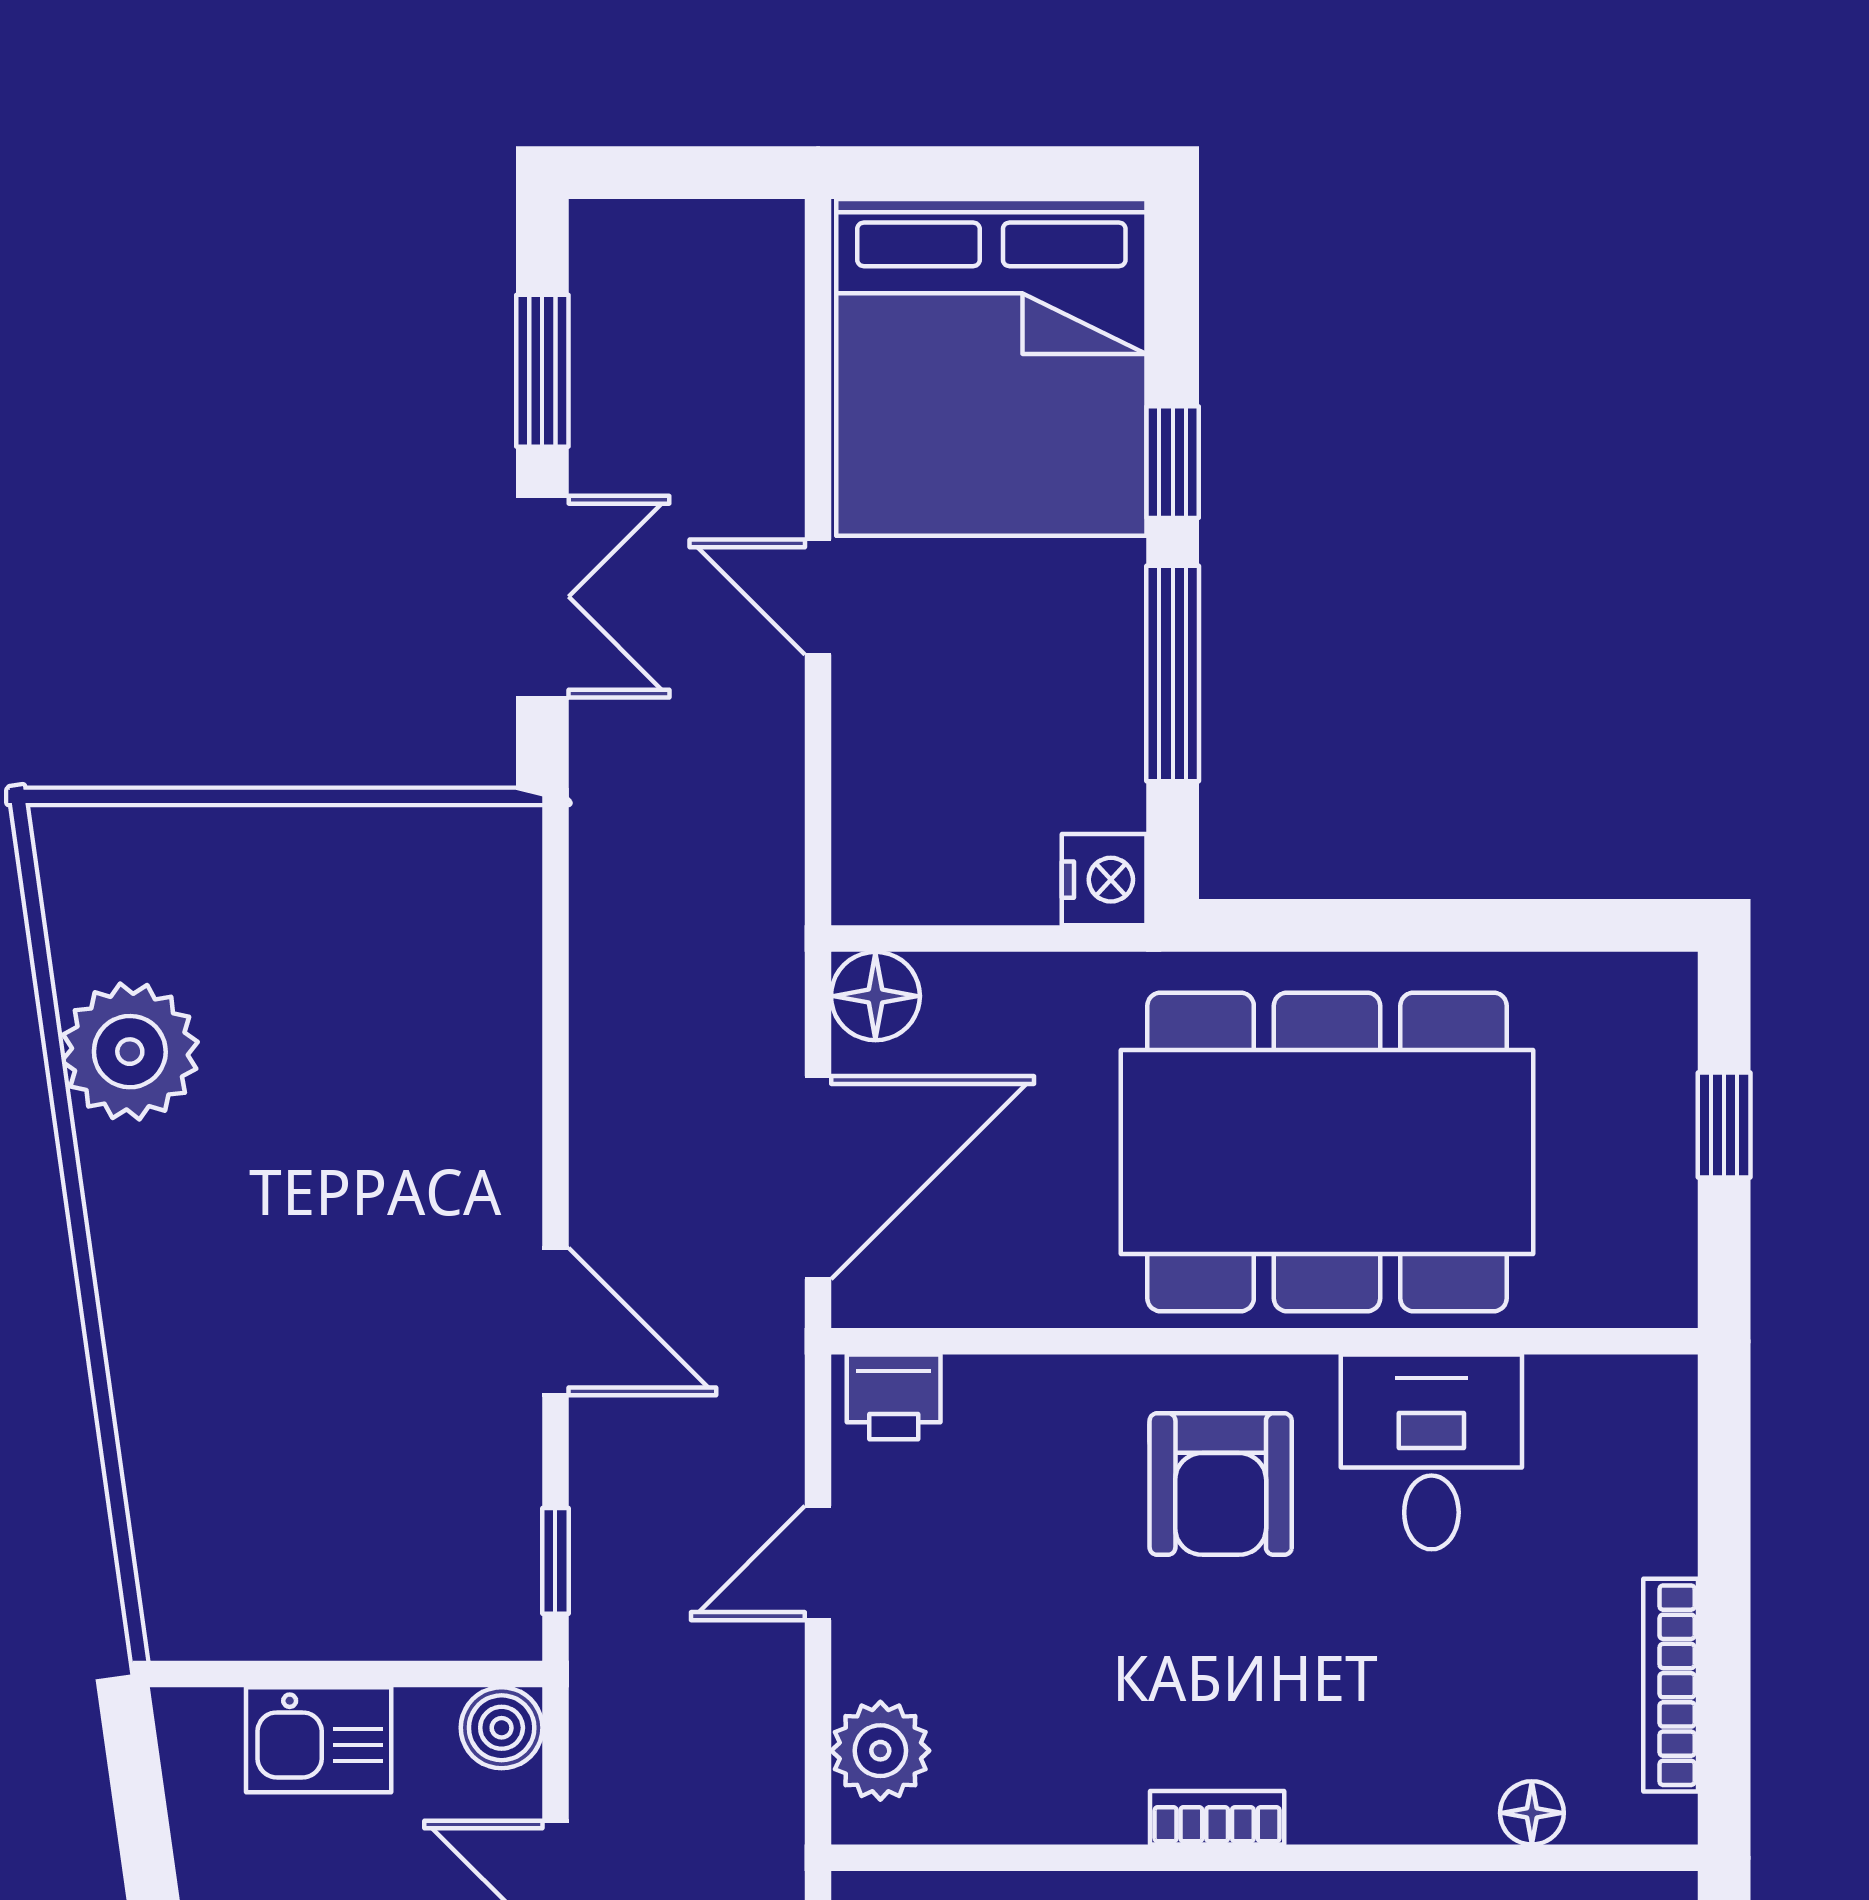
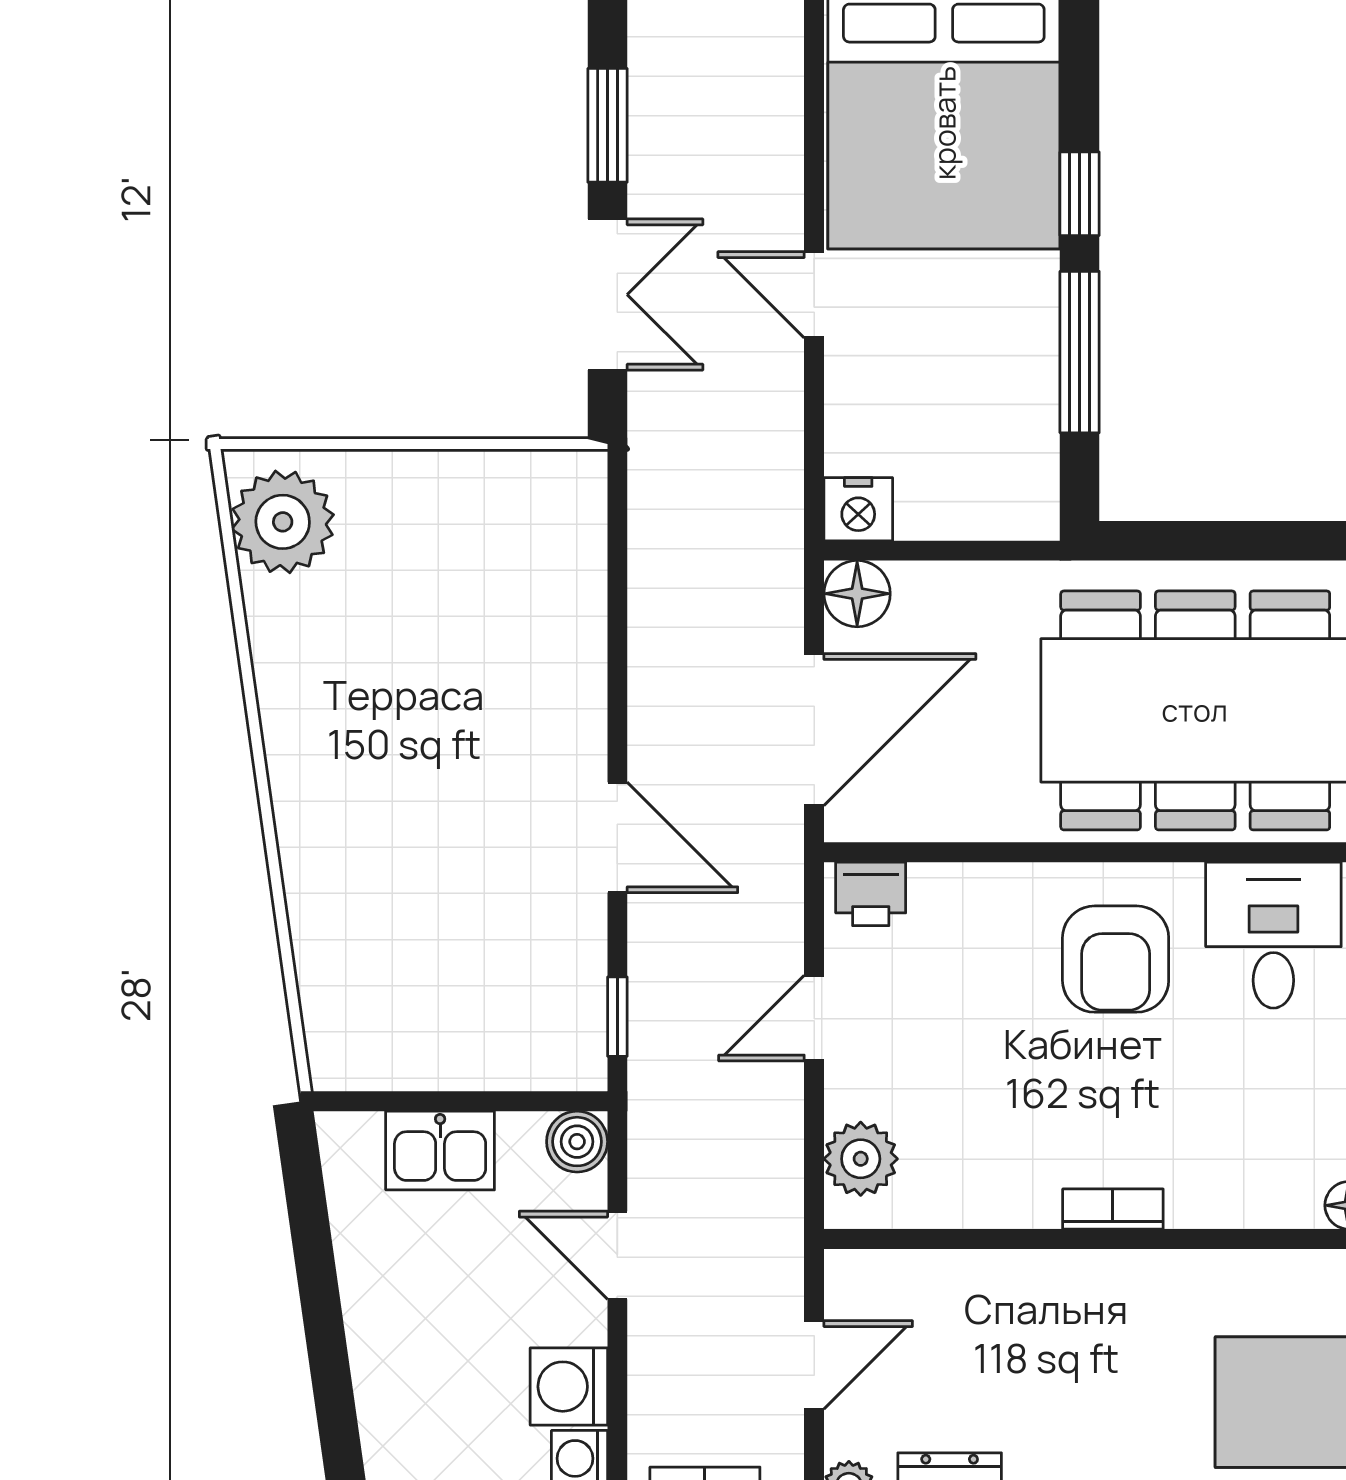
nightstand: (1104, 880) -> (858, 509), moved, turned 90
plant: (130, 1052) -> (283, 522), moved

